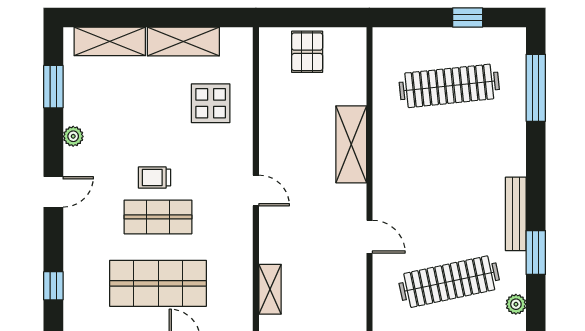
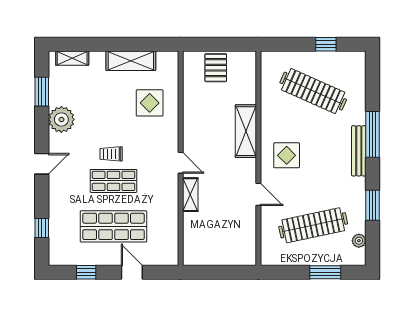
shelving: (110, 41) -> (72, 58), width x0.67, depth x0.75
clothes rail: (449, 86) -> (313, 91), turned 30
window: (536, 88) -> (372, 134), moved
plant: (73, 136) -> (61, 119), width x1.87, depth x1.87
display table: (410, 180) -> (287, 155), added
bench: (516, 214) -> (359, 151), moved
shelving: (270, 289) -> (190, 195), moved

